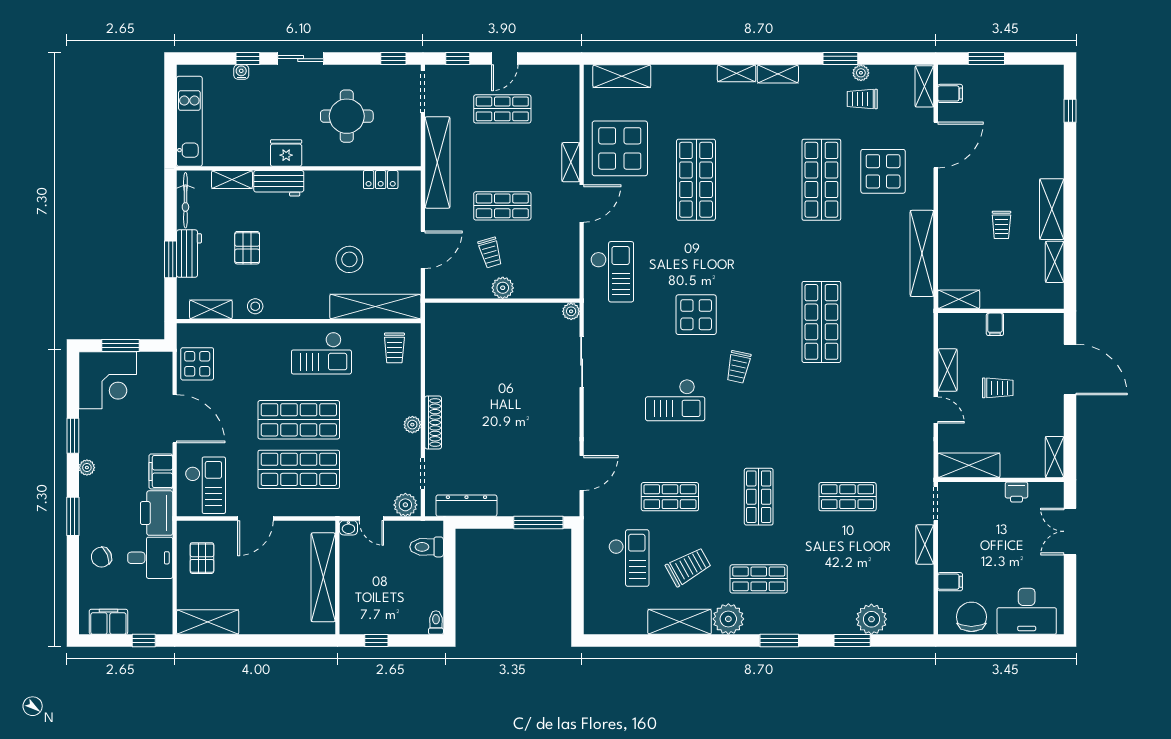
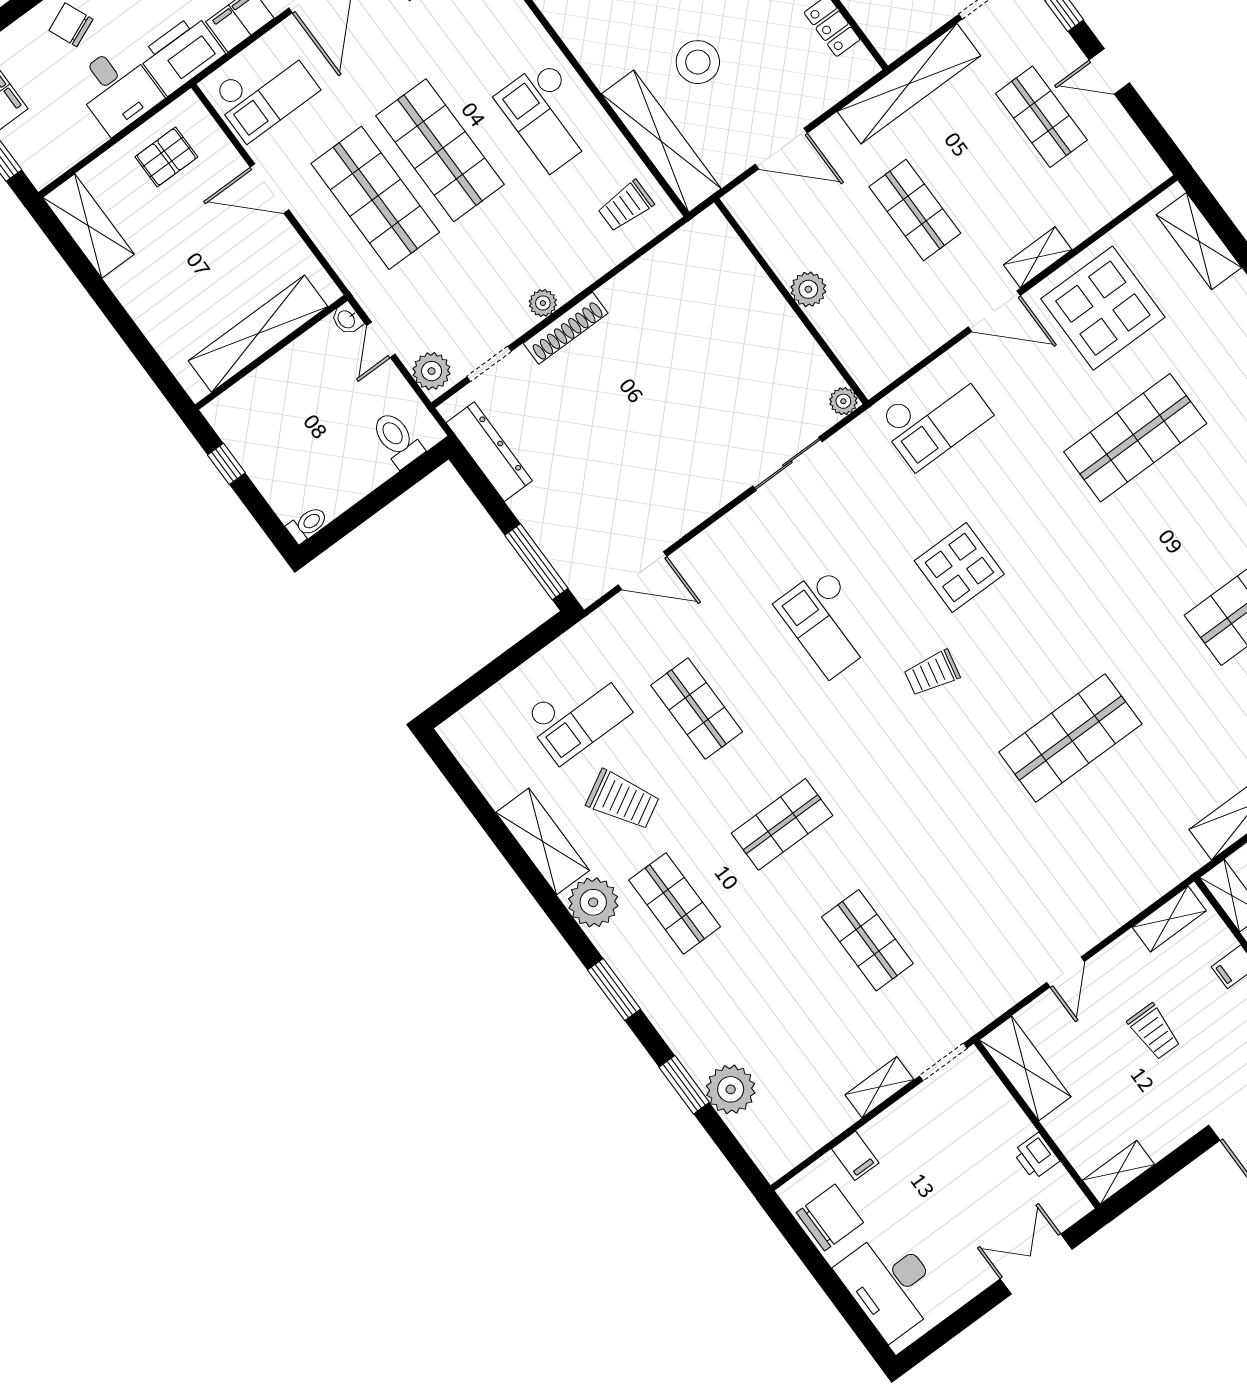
trolley: (490, 253) -> (842, 239), removed
shelving: (947, 370) -> (1169, 919), moved

